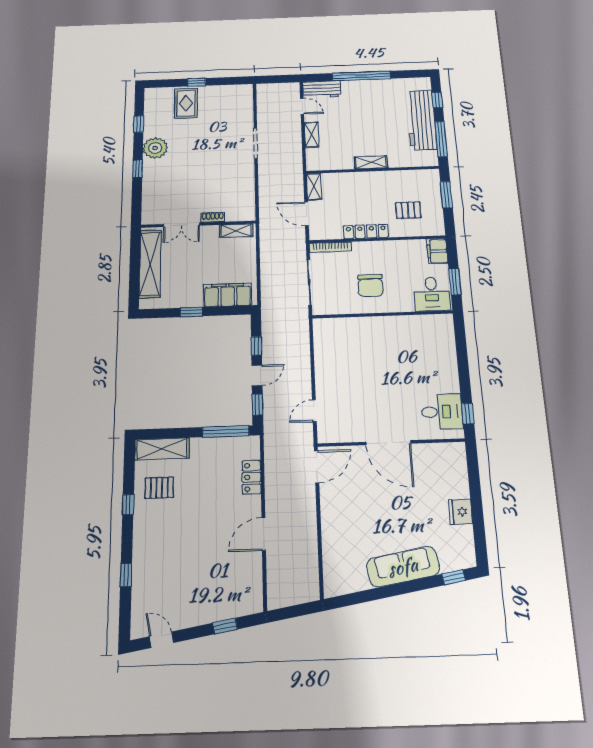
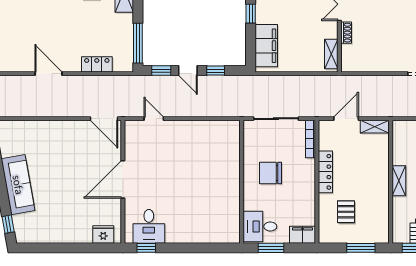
fridge: (461, 512) -> (103, 234), moved

